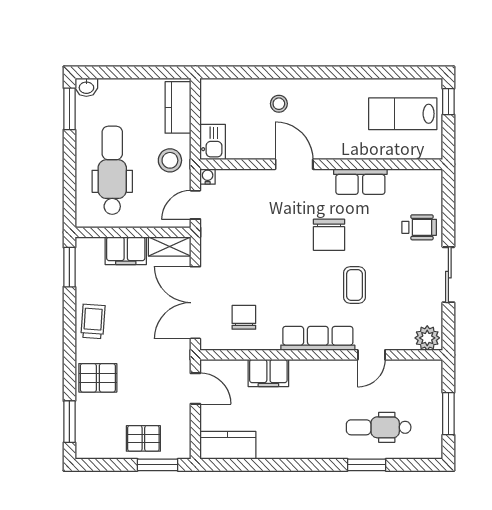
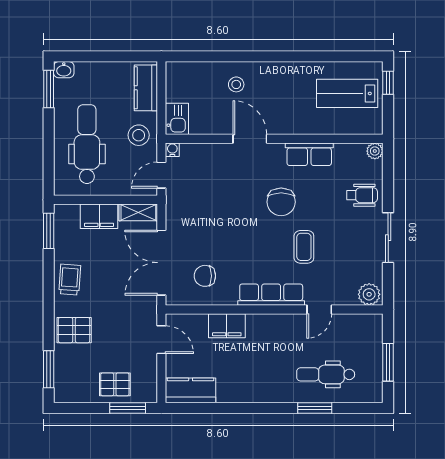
plant: (434, 178) -> (375, 151), added
chair: (244, 317) -> (205, 276), turned -90

